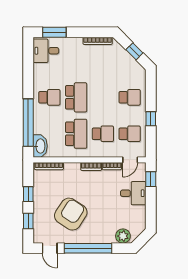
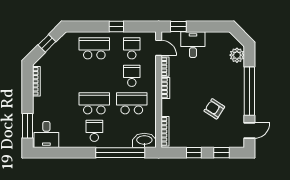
school desk: (130, 97) -> (94, 48), width x1.85
armchair: (71, 214) -> (214, 109), width x0.53, depth x0.53

